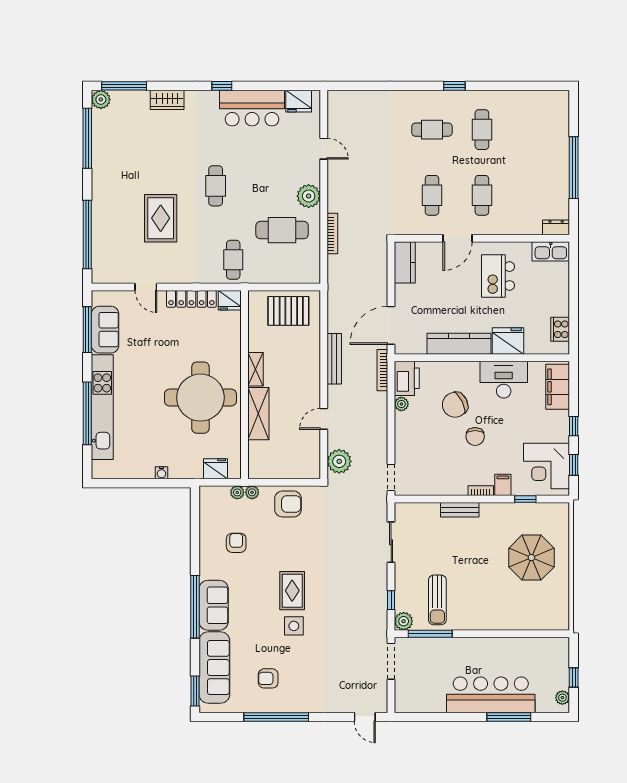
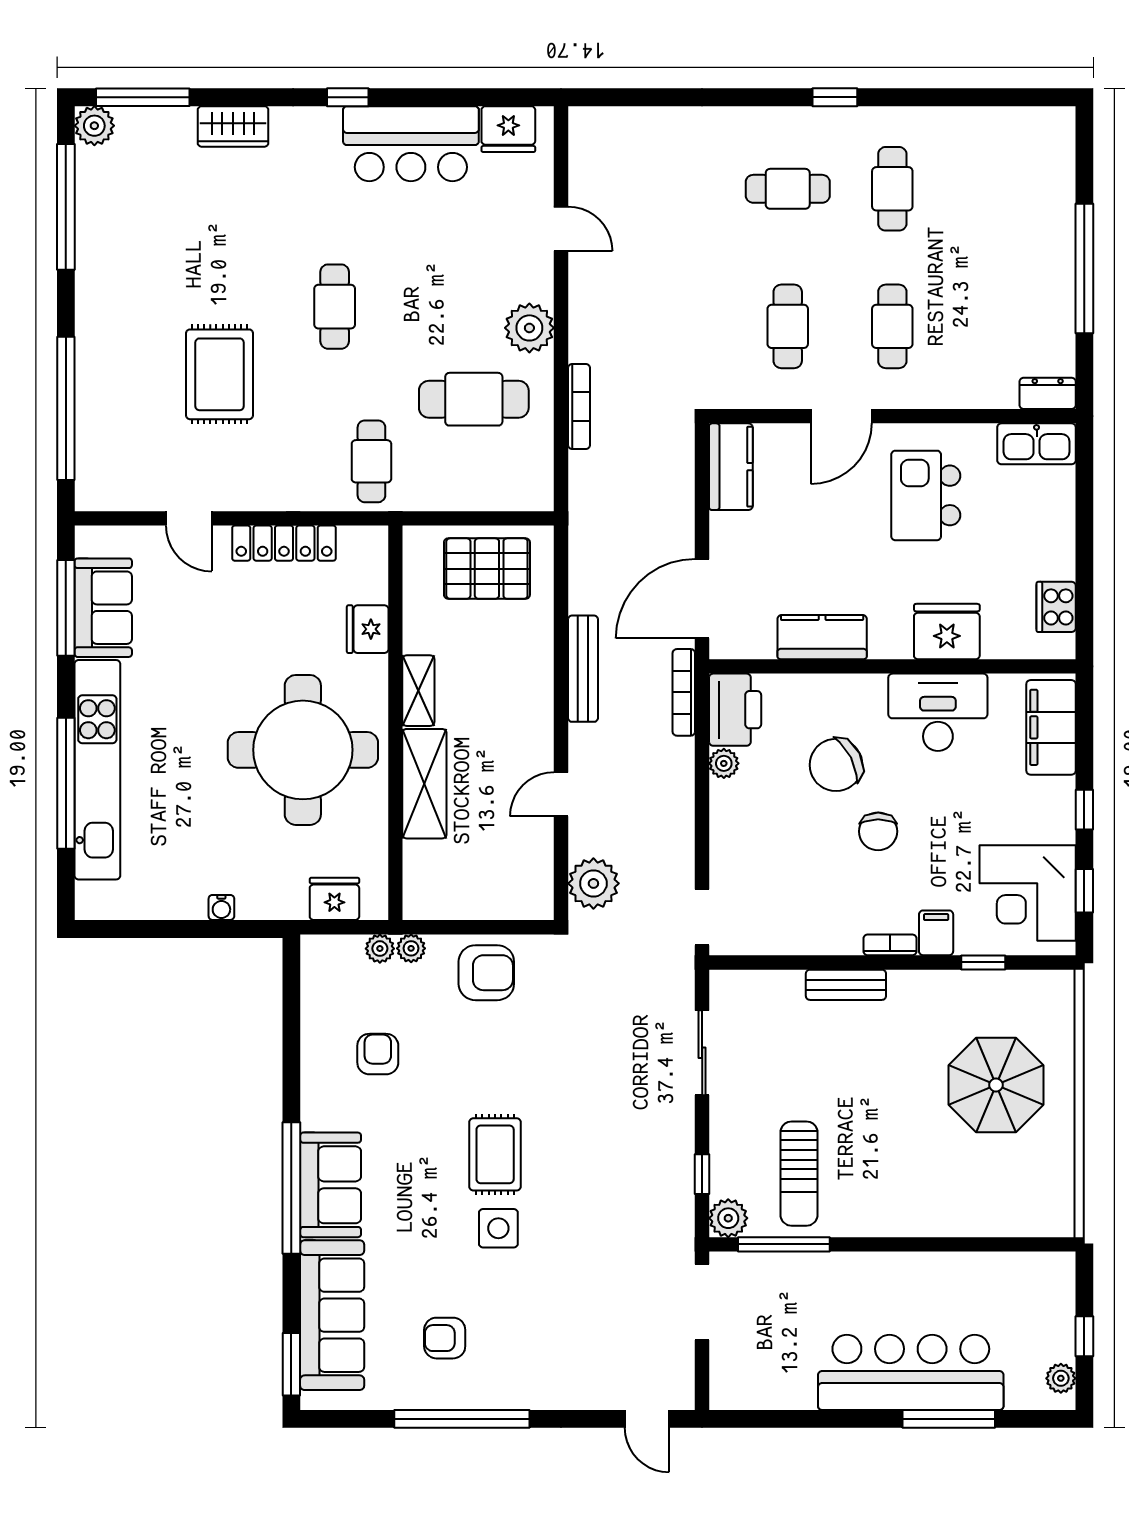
fridge: (230, 300) -> (368, 629), moved, turned 90
kitchen counter: (459, 344) -> (822, 637), width x0.67

